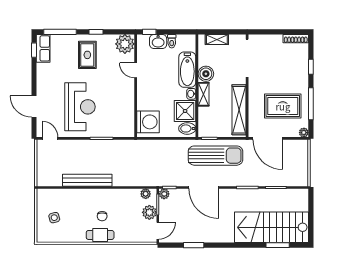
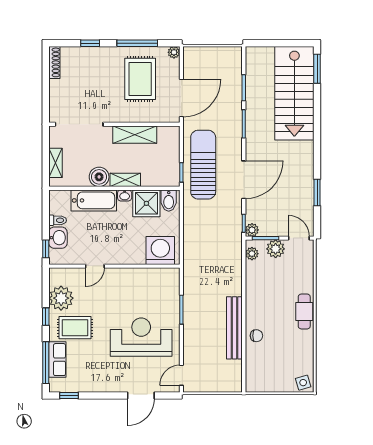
plant: (125, 44) -> (61, 298), moved
row of seats: (43, 48) -> (57, 360), moved, turned 90
shelving: (239, 110) -> (135, 135), width x0.68
chair: (102, 216) -> (256, 336), moved
side table: (54, 218) -> (303, 383), moved
window: (278, 245) -> (317, 69), moved

